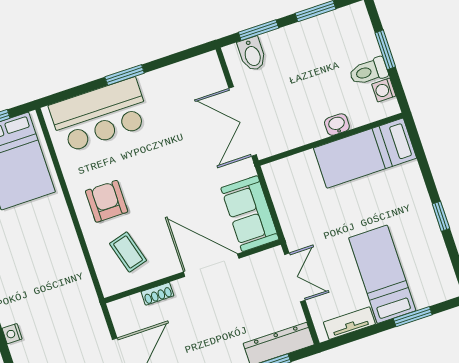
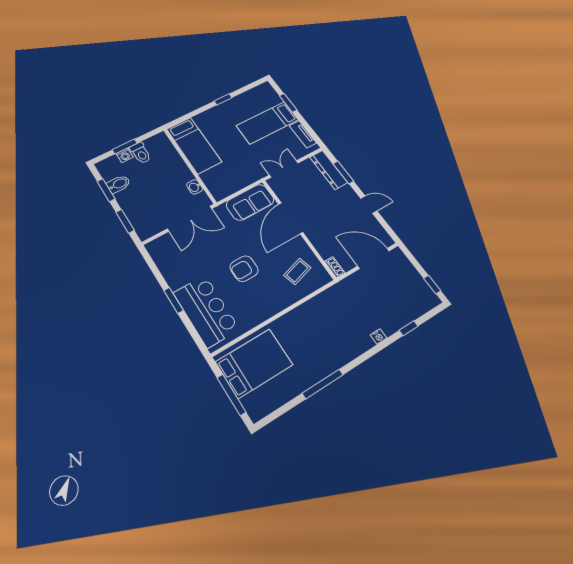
bidet: (252, 54) -> (119, 184), moved
washing machine: (384, 90) -> (125, 155), moved
washbasin: (337, 125) -> (195, 187), moved
armchair: (107, 201) -> (244, 269), moved
shoe rack: (157, 294) -> (335, 267), moved

